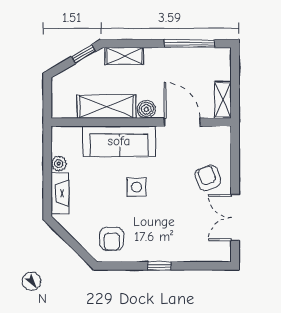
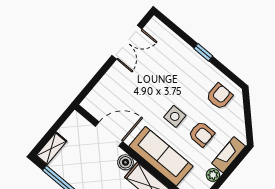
shelving: (223, 100) -> (51, 149), moved
door: (182, 122) -> (109, 134), swing flipped
armchair: (208, 178) -> (201, 134), moved, turned -69

